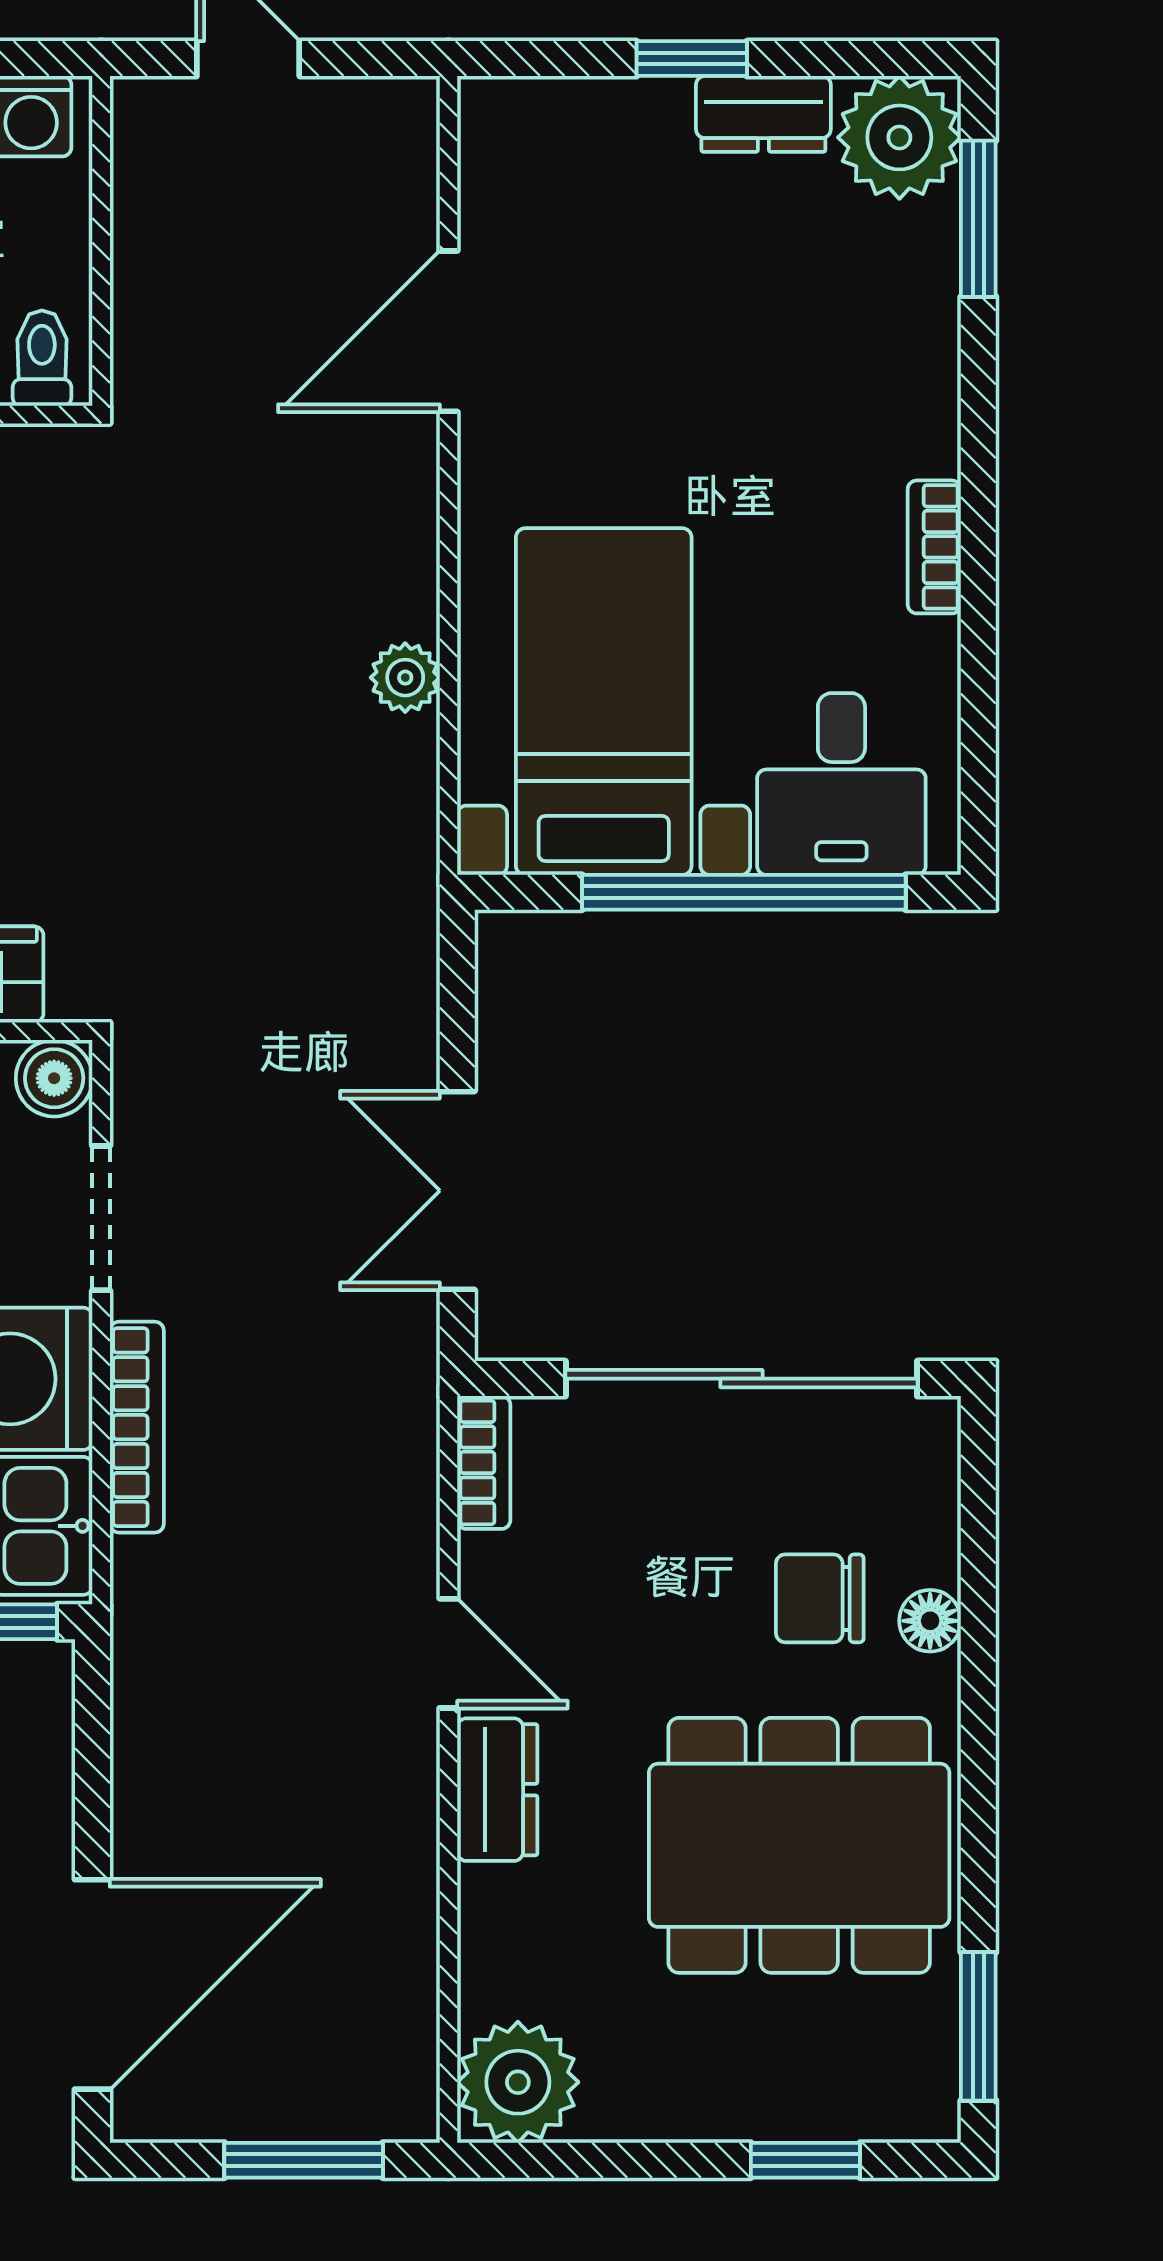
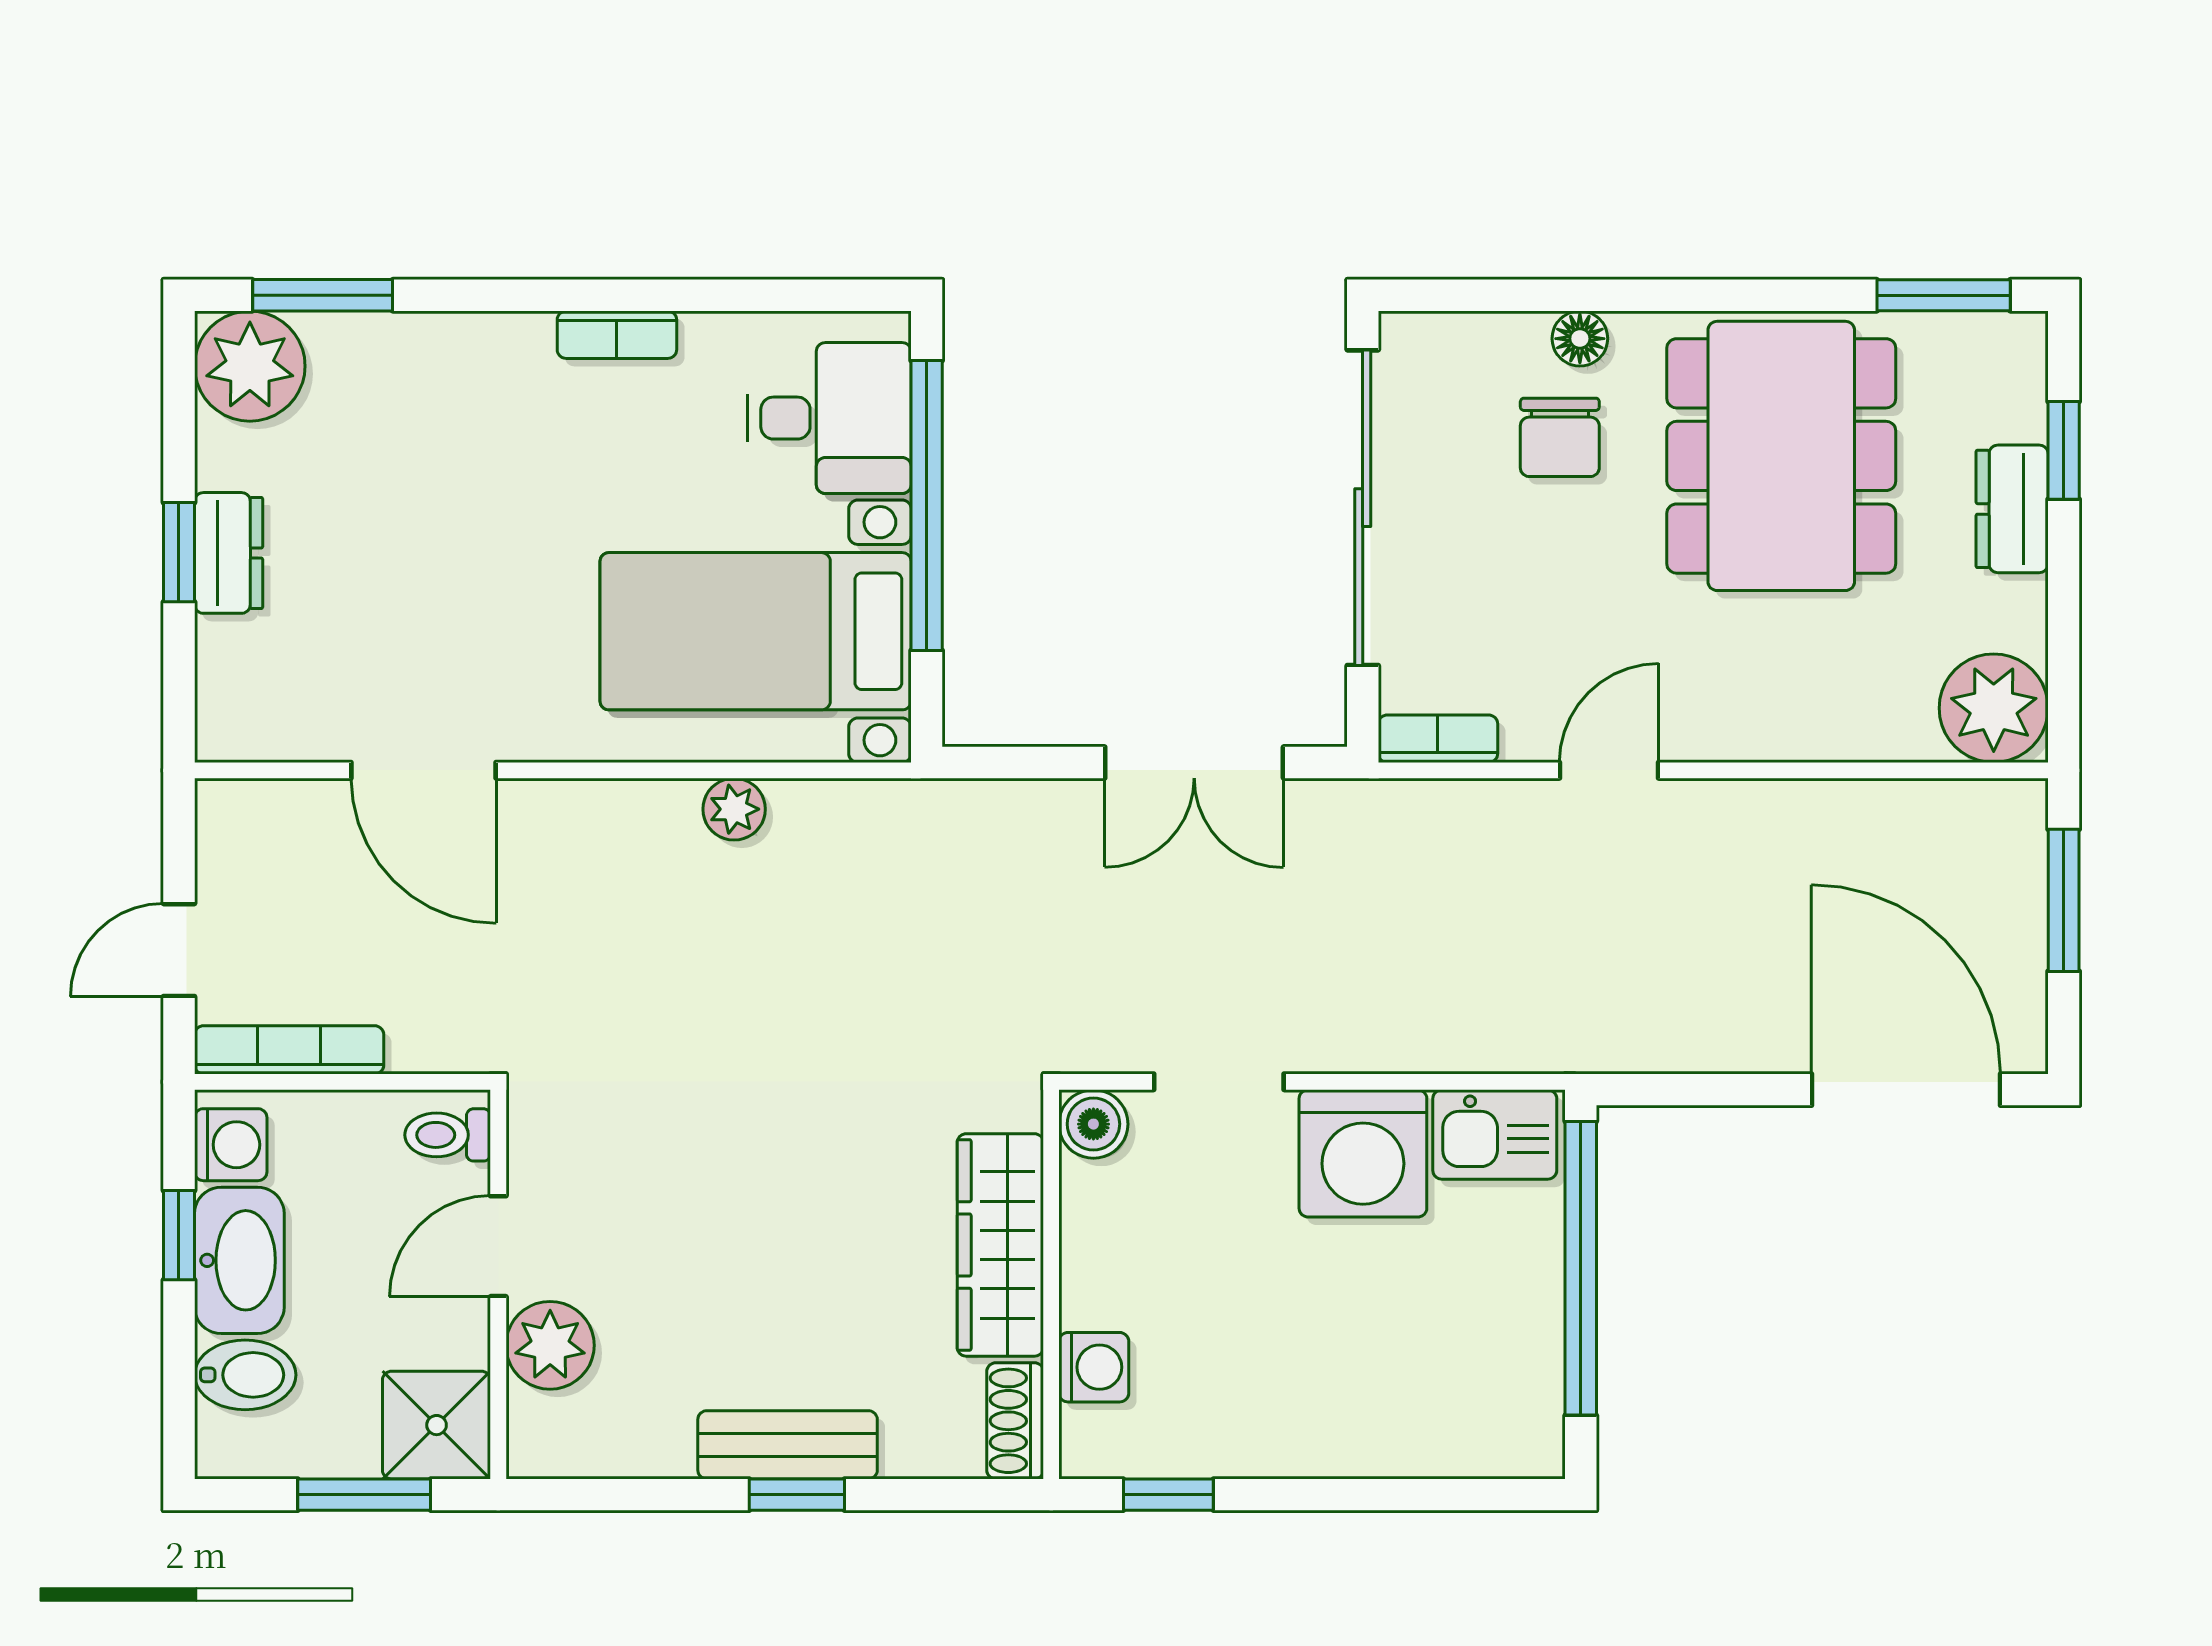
dresser: (763, 114) -> (229, 553), moved
bookcase: (137, 1427) -> (289, 1050), moved
dresser: (497, 1790) -> (2012, 509), moved, turned -90

